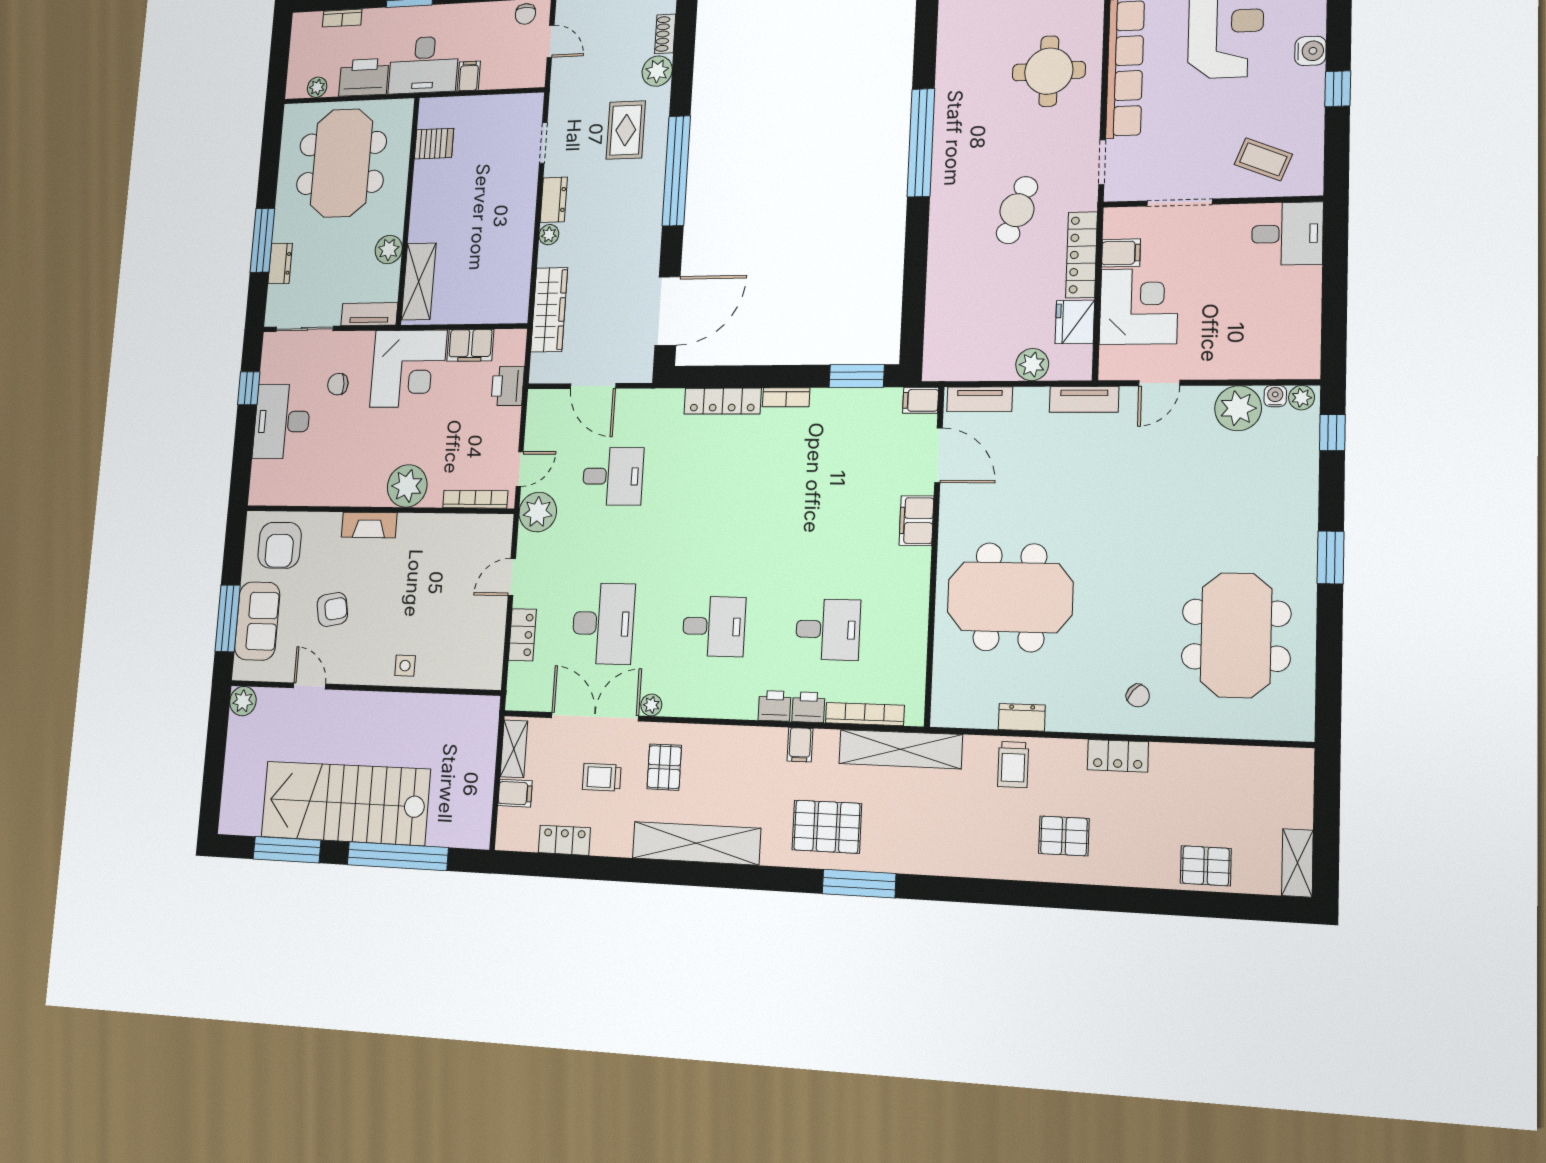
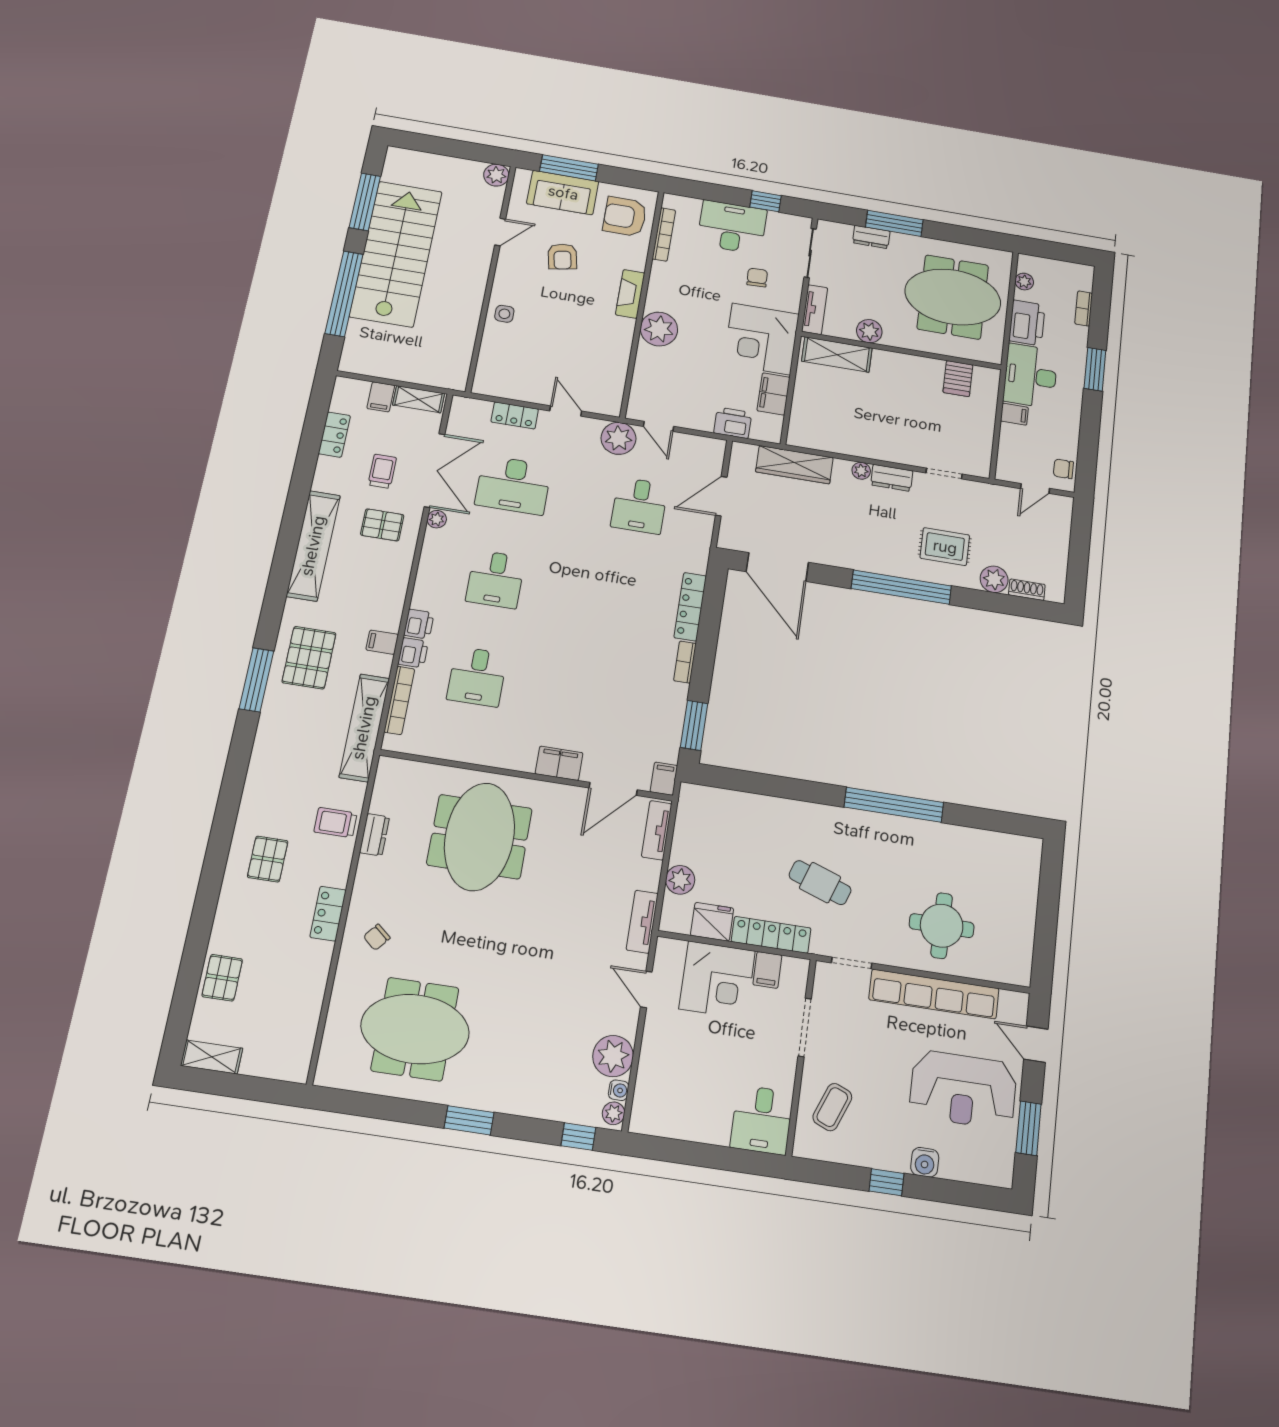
bookcase: (475, 499) -> (664, 234), moved

